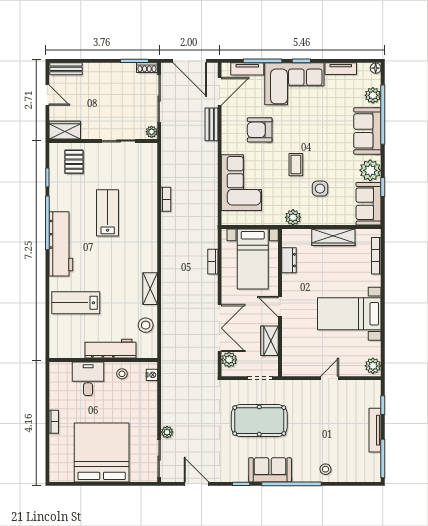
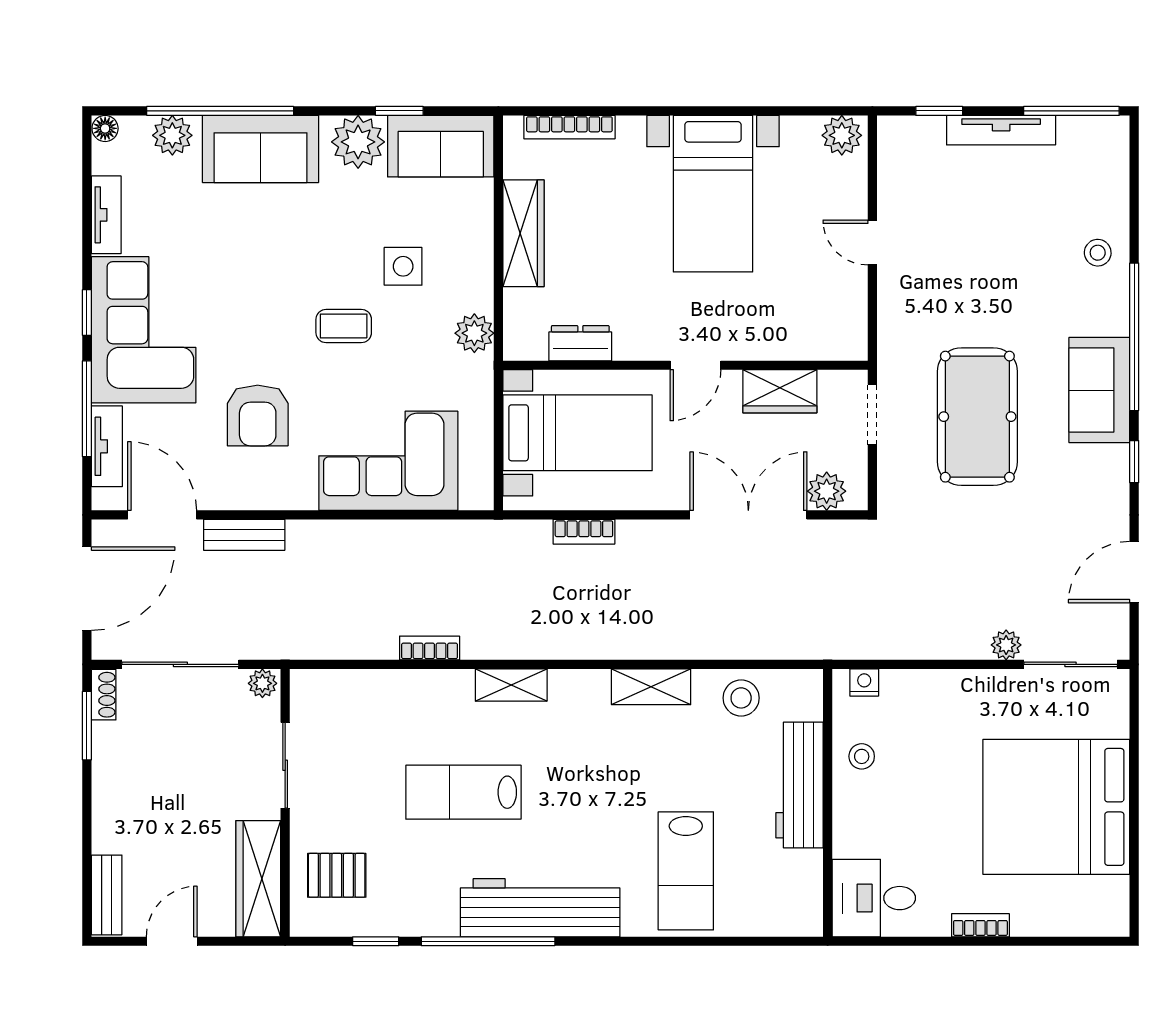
wardrobe: (65, 130) -> (258, 879), width x1.50
shelving: (151, 232) -> (511, 685), added
desk: (88, 379) -> (874, 898), moved

